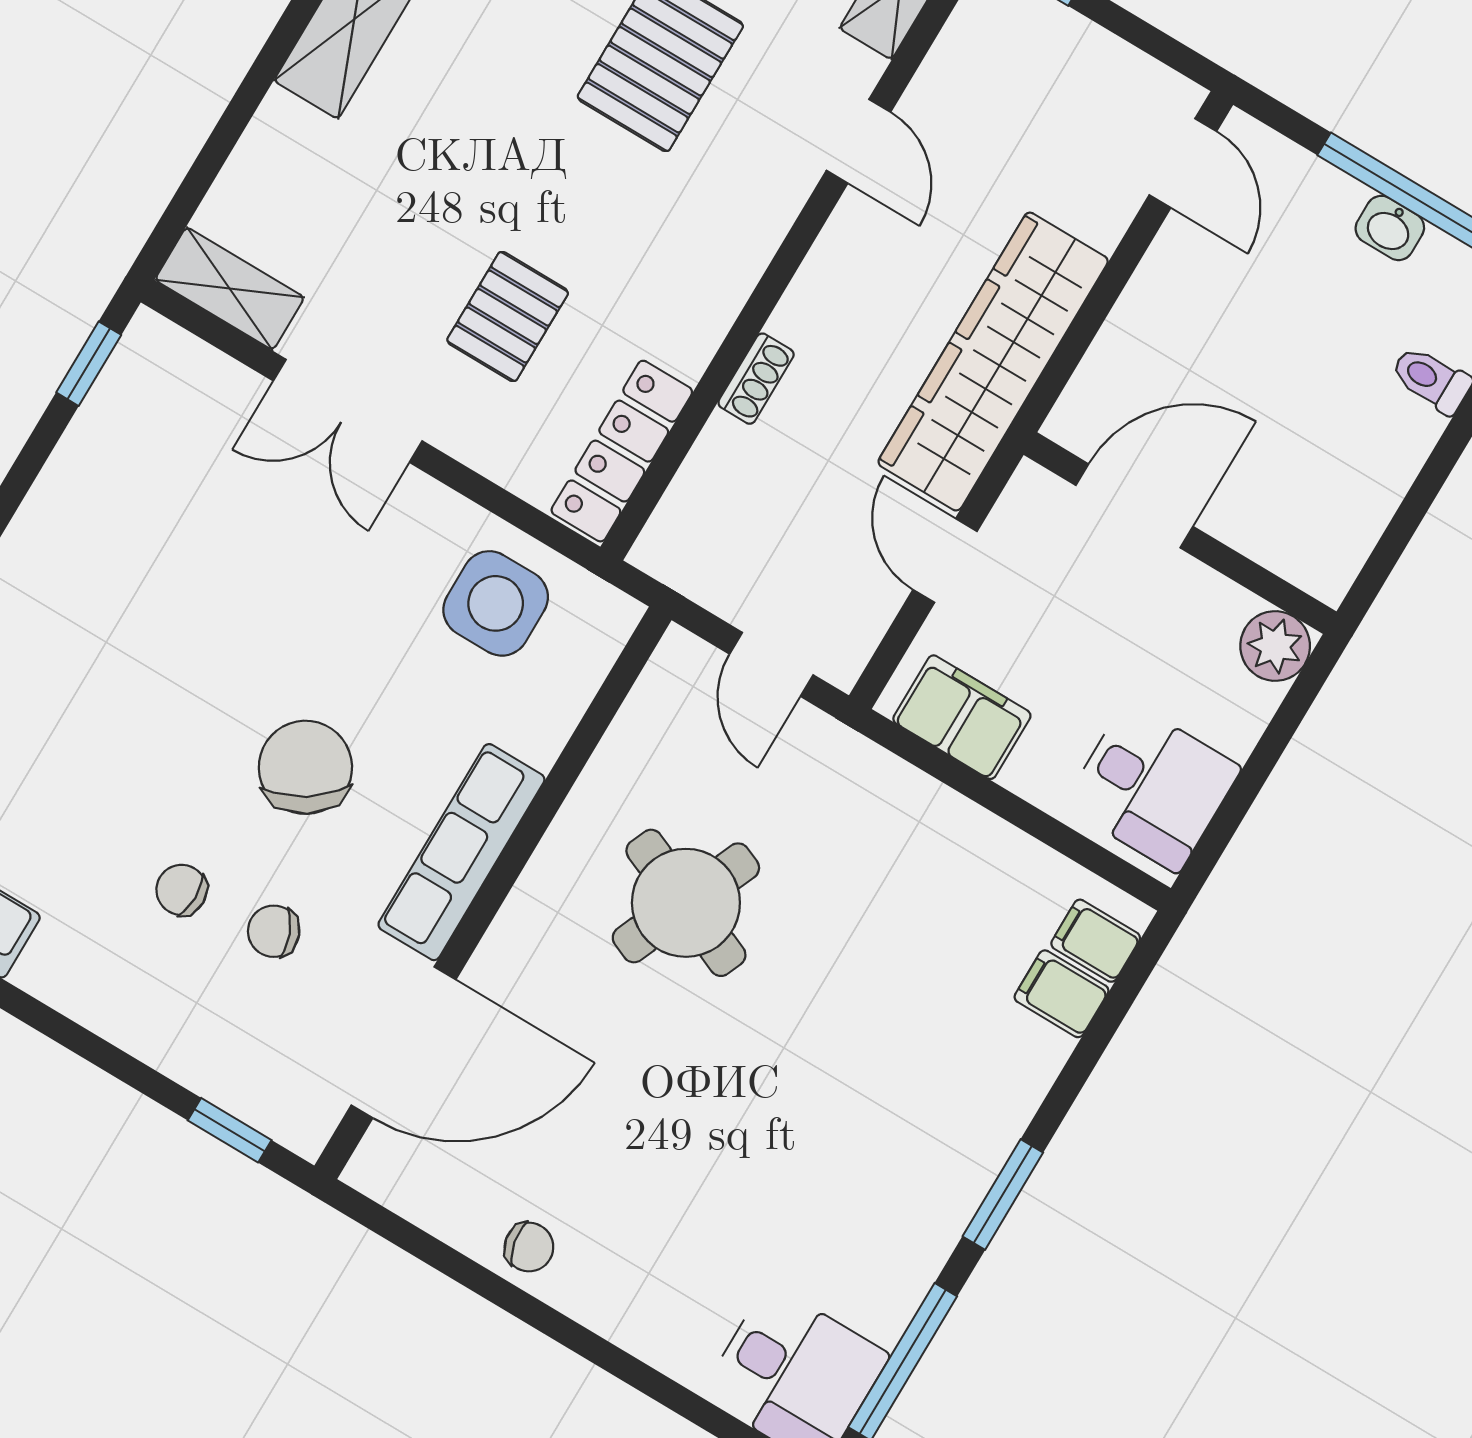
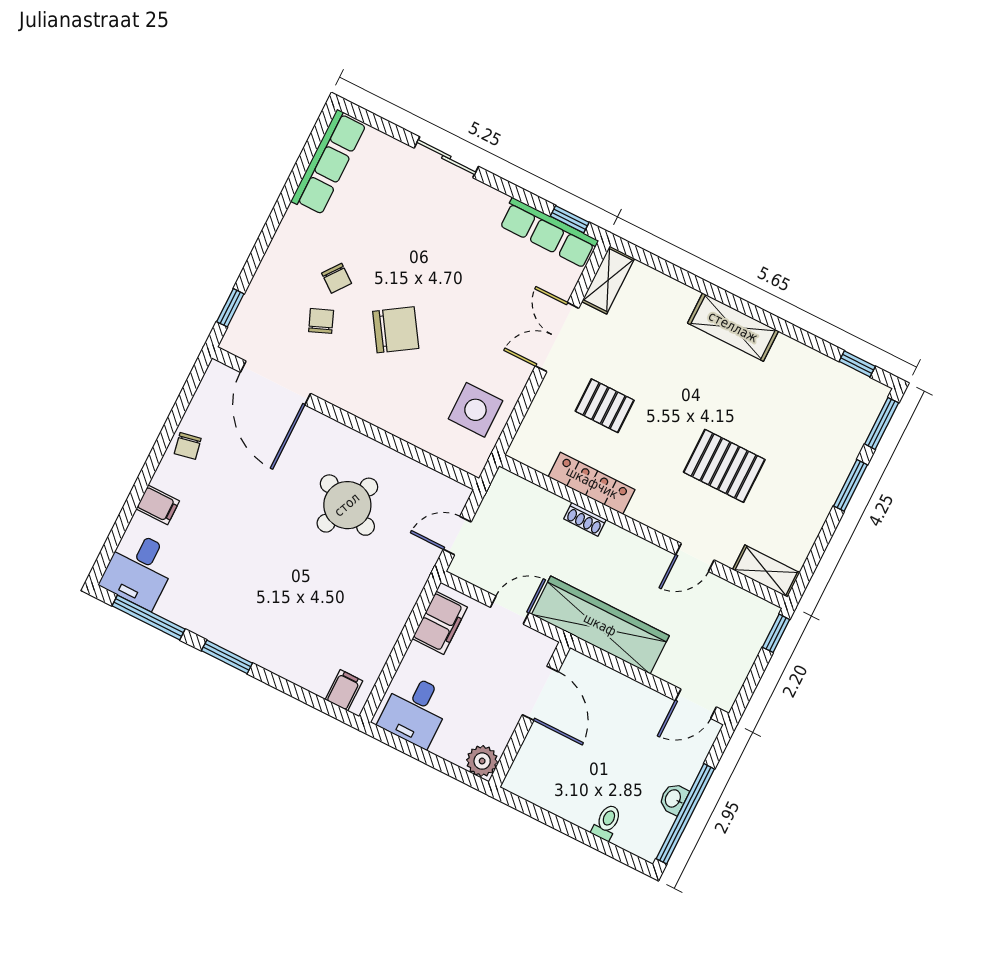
locker: (622, 451) -> (592, 483), moved
row of seats: (461, 852) -> (549, 233), moved, turned 180
chair: (182, 890) -> (337, 278), turned 127
filing cabinet: (1061, 994) -> (158, 505), moved, turned 90

